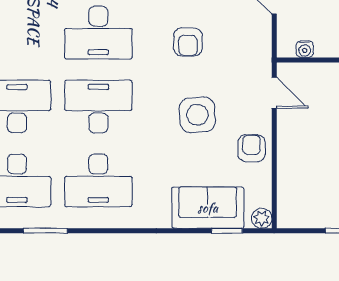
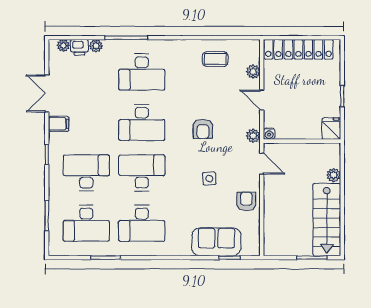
water cooler: (305, 49) -> (269, 134), moved
side table: (197, 115) -> (209, 179), width x0.54, depth x0.54
plant: (262, 218) -> (253, 136), moved

